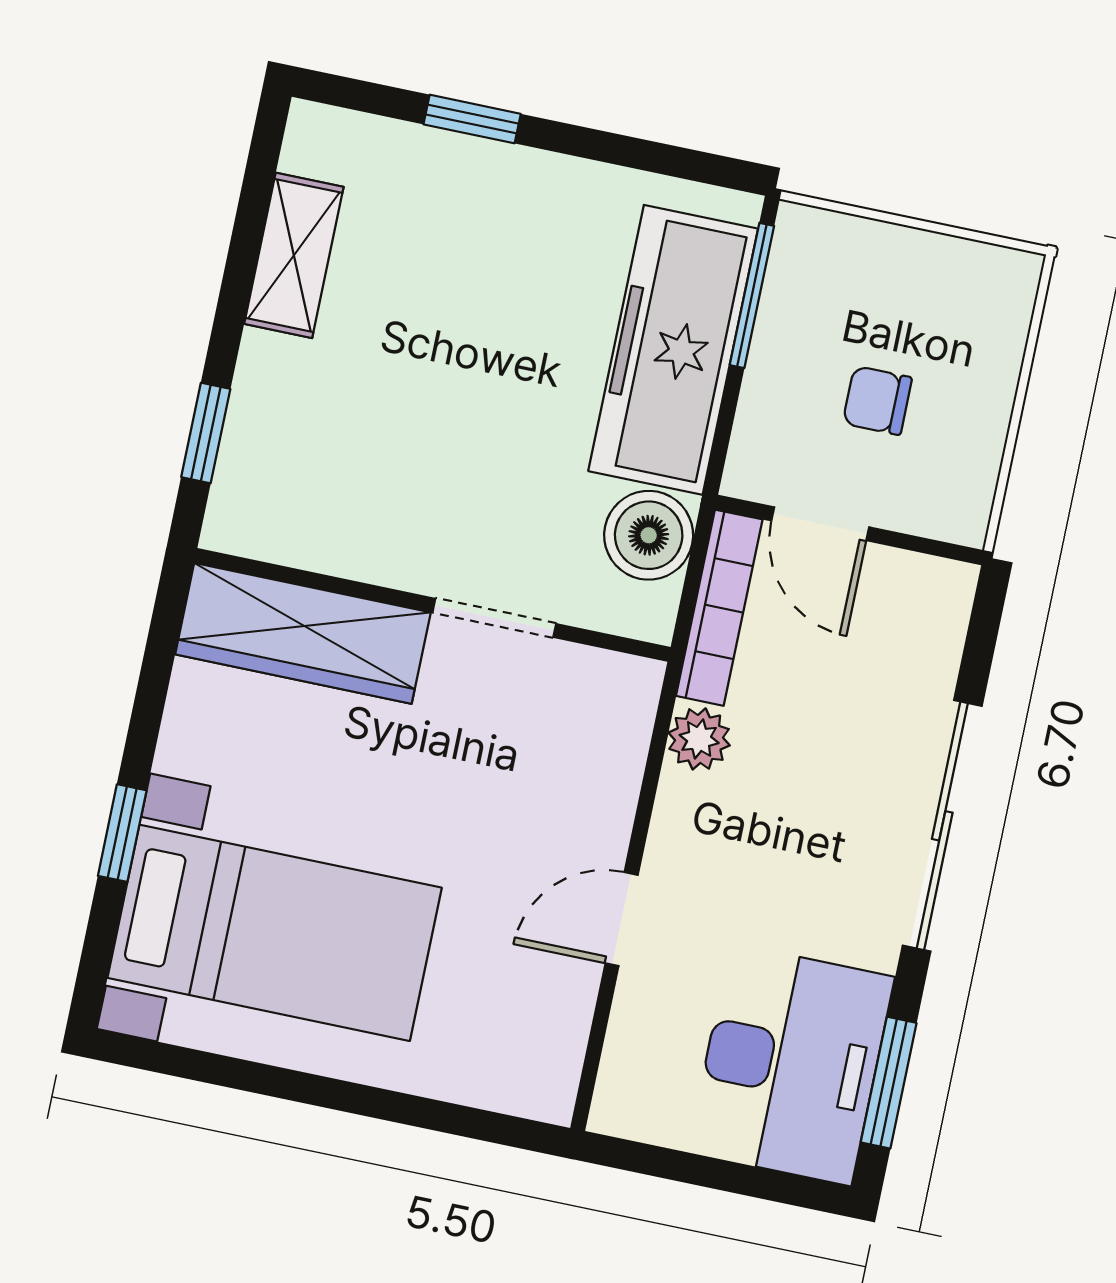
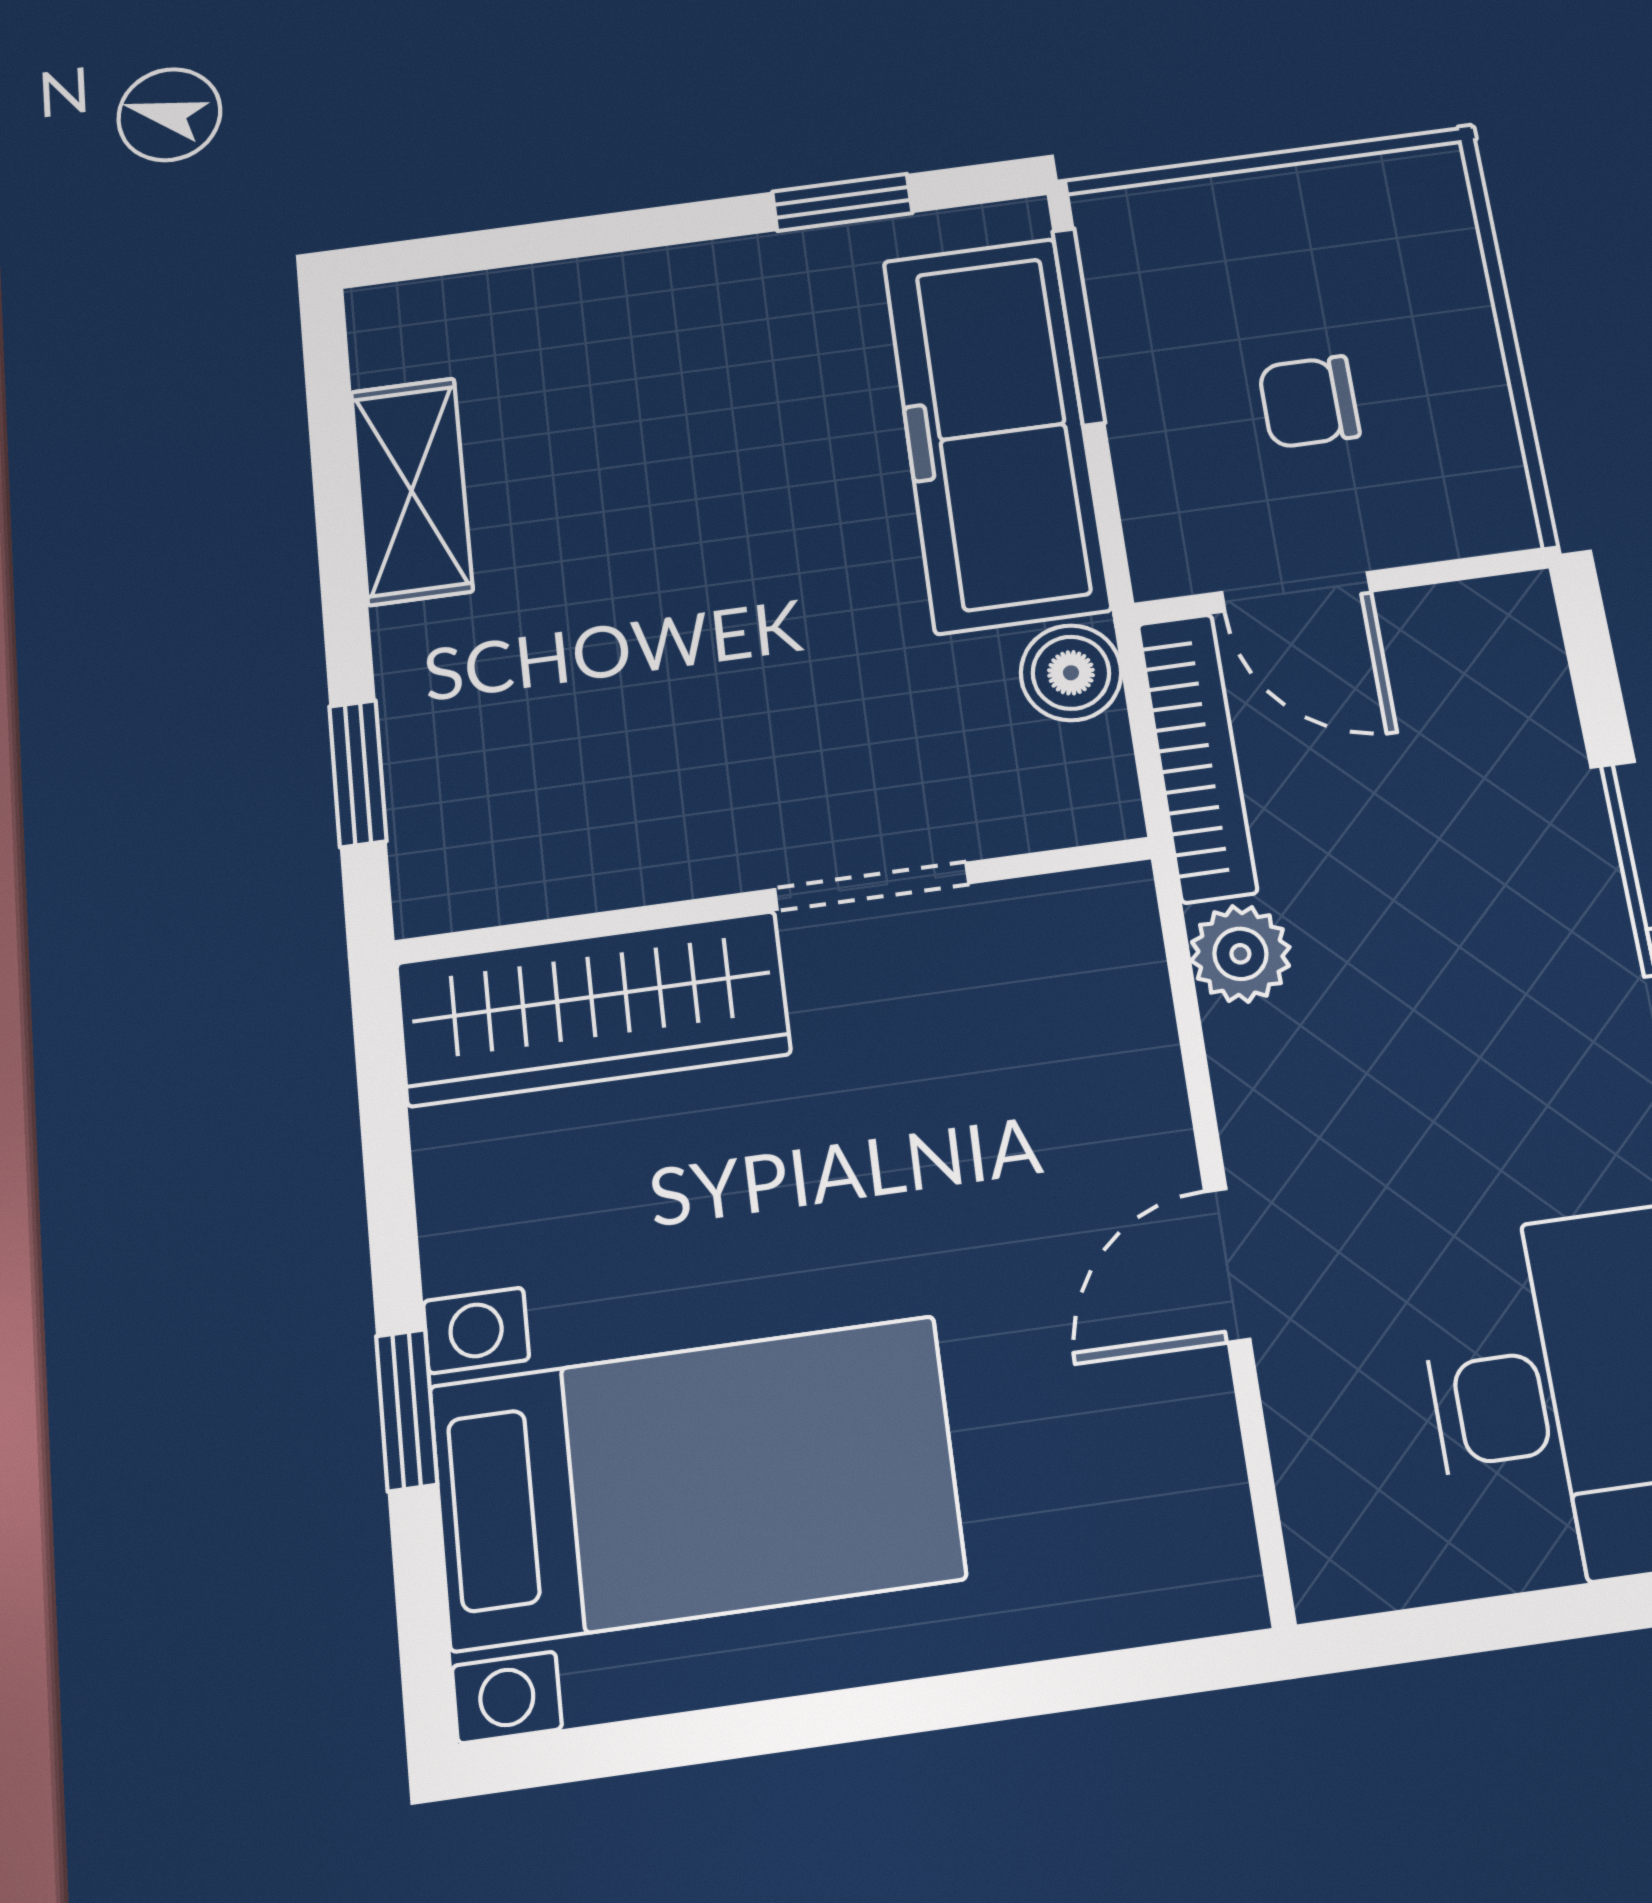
window: (472, 119) -> (842, 202), moved
boiler: (649, 535) -> (1071, 673), width x0.73, depth x0.73

